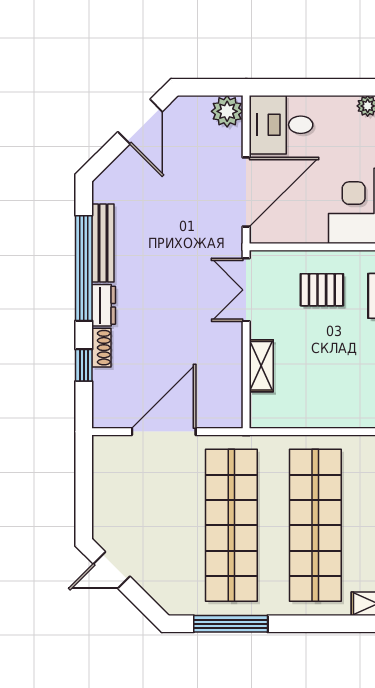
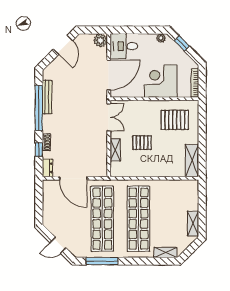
double door: (246, 290) -> (109, 117), swing flipped
pallet: (322, 290) -> (142, 143), moved
dresser: (104, 305) -> (47, 168), moved
door: (164, 432) -> (73, 178), swing flipped
door: (112, 570) -> (58, 245), moved

